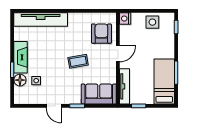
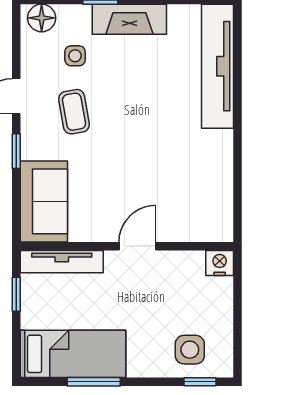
side table: (152, 22) -> (190, 350), moved
armchair: (101, 34) -> (185, 208), removed
door: (118, 54) -> (138, 246), swing flipped
coffee table: (78, 61) -> (74, 112), moved
floor lamp: (20, 80) -> (42, 18), moved

